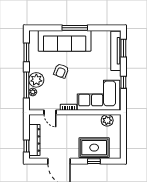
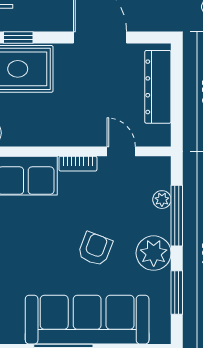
plant: (36, 80) -> (154, 253), moved
window: (26, 146) -> (177, 73), removed

